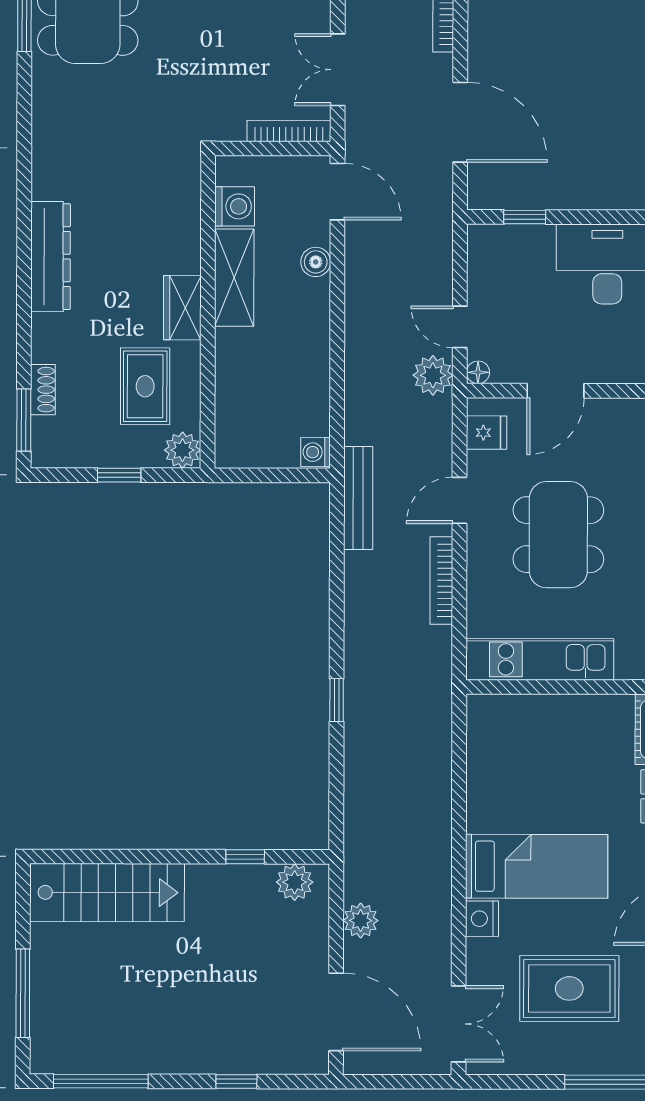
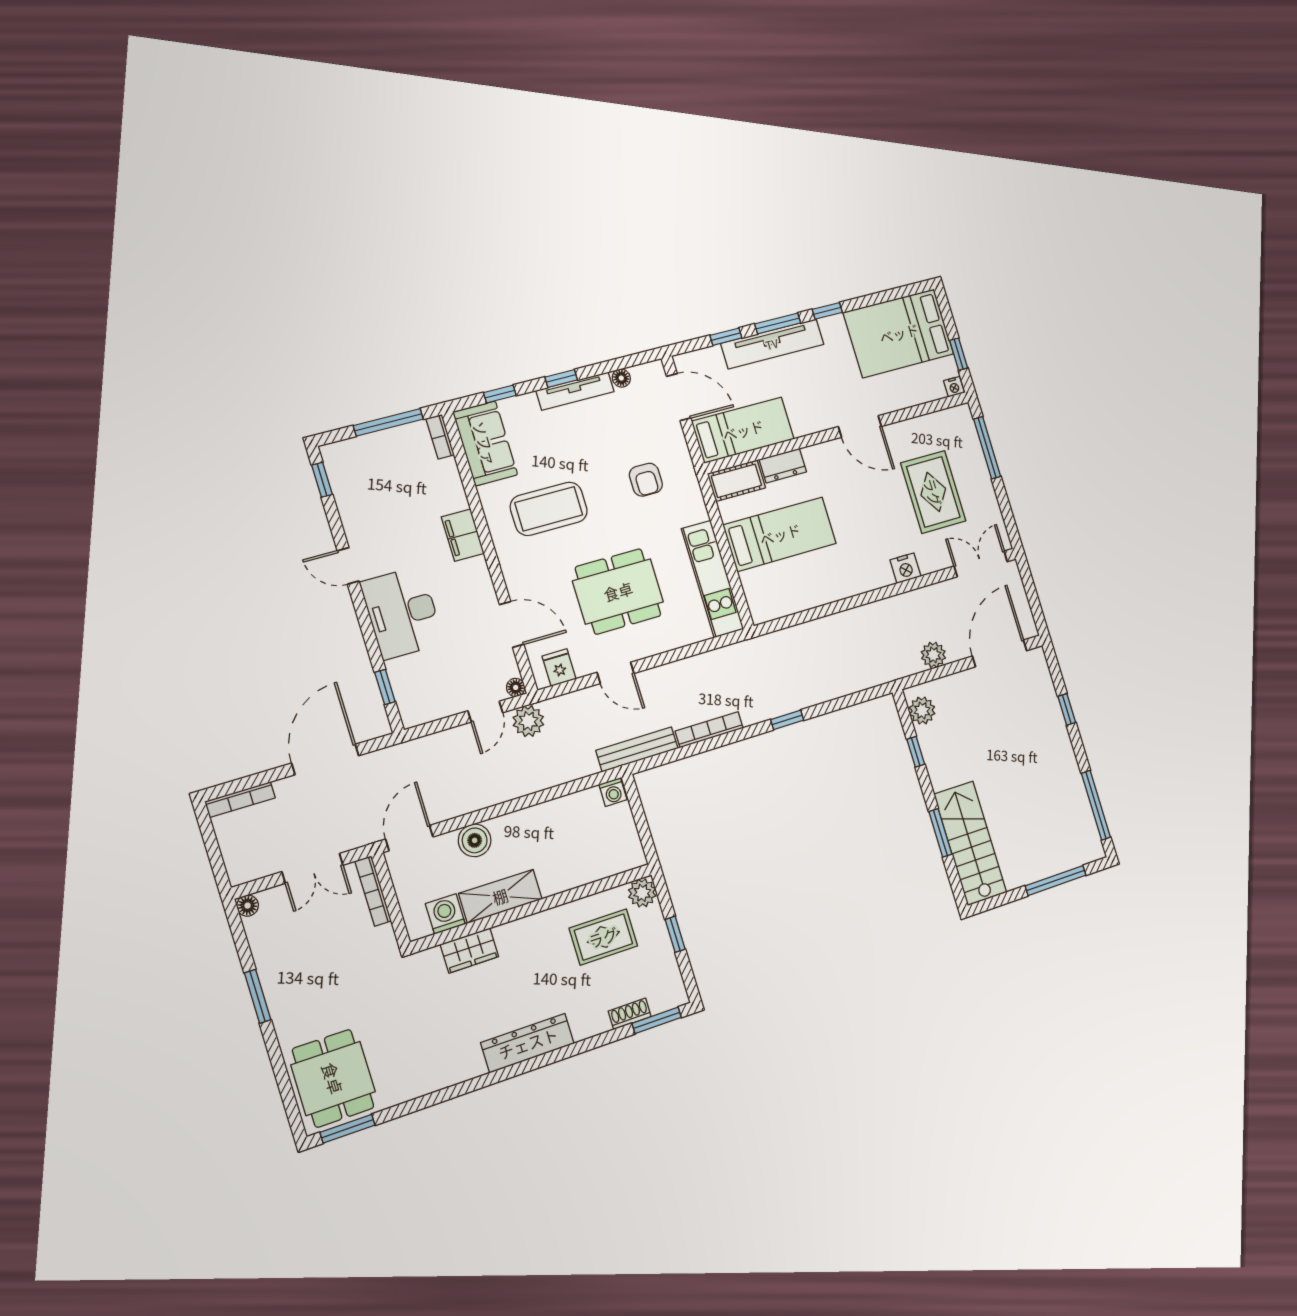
boiler: (316, 262) -> (475, 840), width x1.36, depth x1.36
wardrobe: (182, 308) -> (469, 950), moved
bookcase: (441, 580) -> (709, 730), moved, turned 180
window: (133, 857) -> (940, 833), added
bed: (537, 866) -> (780, 534), moved, turned 90

